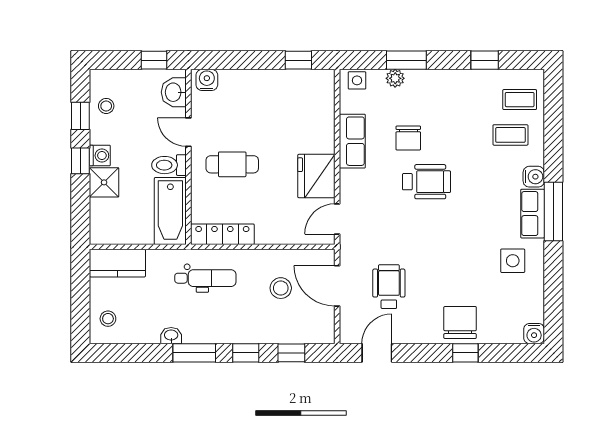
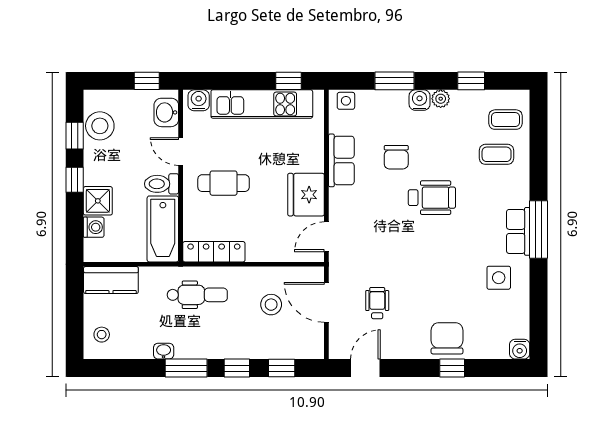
plant: (395, 78) -> (441, 99), moved
kitchen unit: (271, 84) -> (262, 104), added
stool: (106, 106) -> (100, 126), width x1.89, depth x1.89
washing machine: (100, 156) -> (94, 227), moved
water cooler: (534, 177) -> (420, 100), moved, turned -90
wheelchair: (426, 182) -> (432, 198), moved
wheelchair: (389, 287) -> (377, 303), width x0.73, depth x0.73

